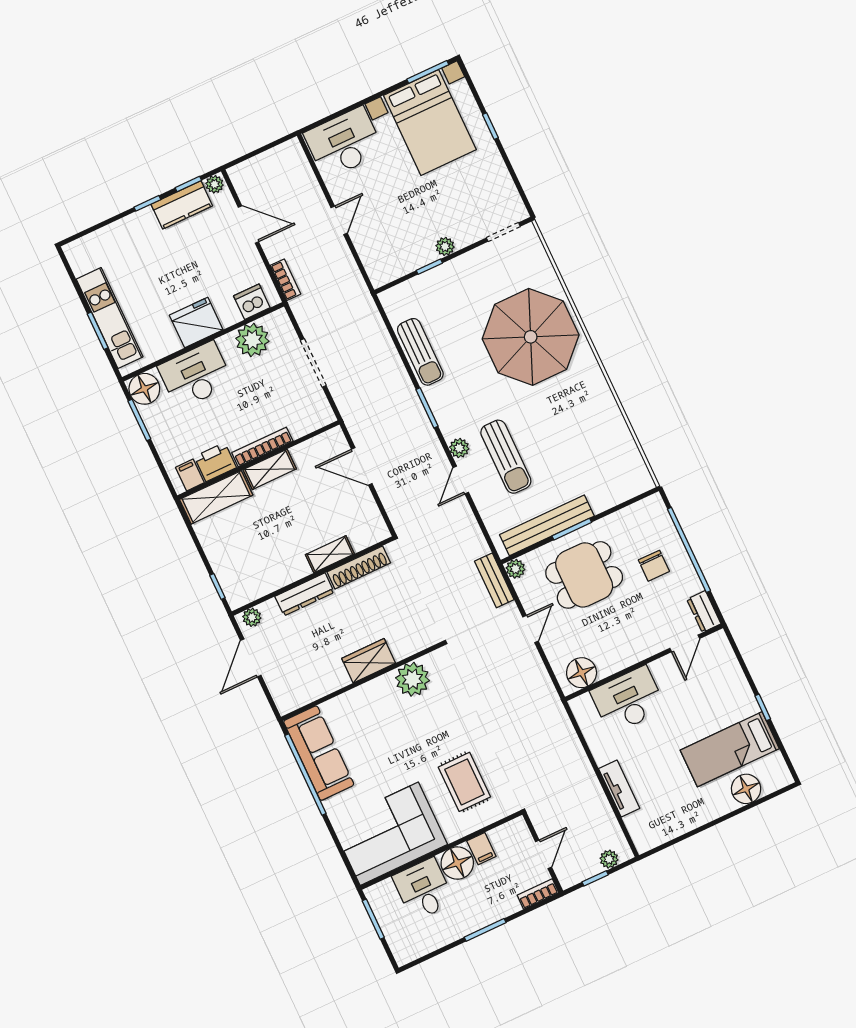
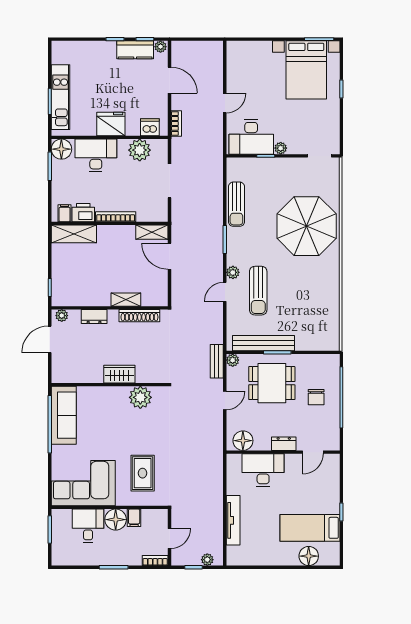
desk: (344, 143) -> (251, 137), moved, turned 180
shelving: (270, 469) -> (152, 232), moved
dresser: (305, 594) -> (94, 317), width x0.70
dresser: (704, 612) -> (284, 444), moved, turned 90
tv unit: (619, 789) -> (233, 520), width x1.41

